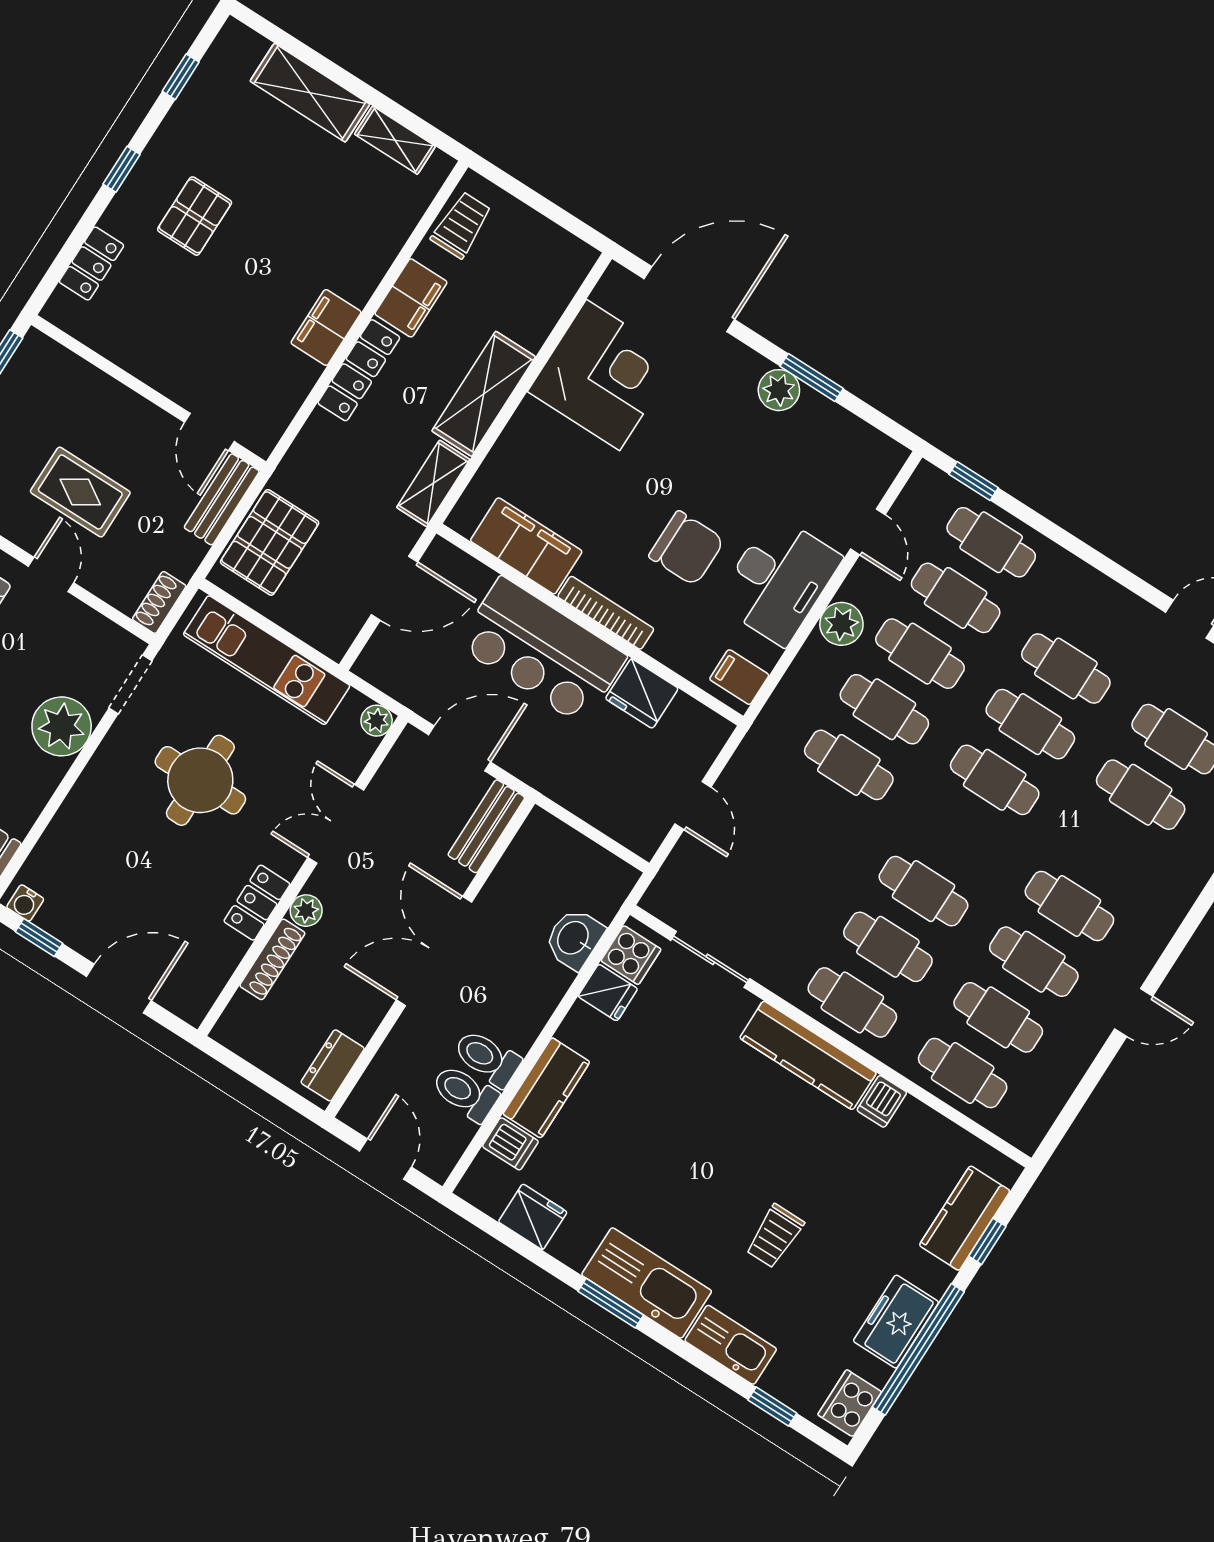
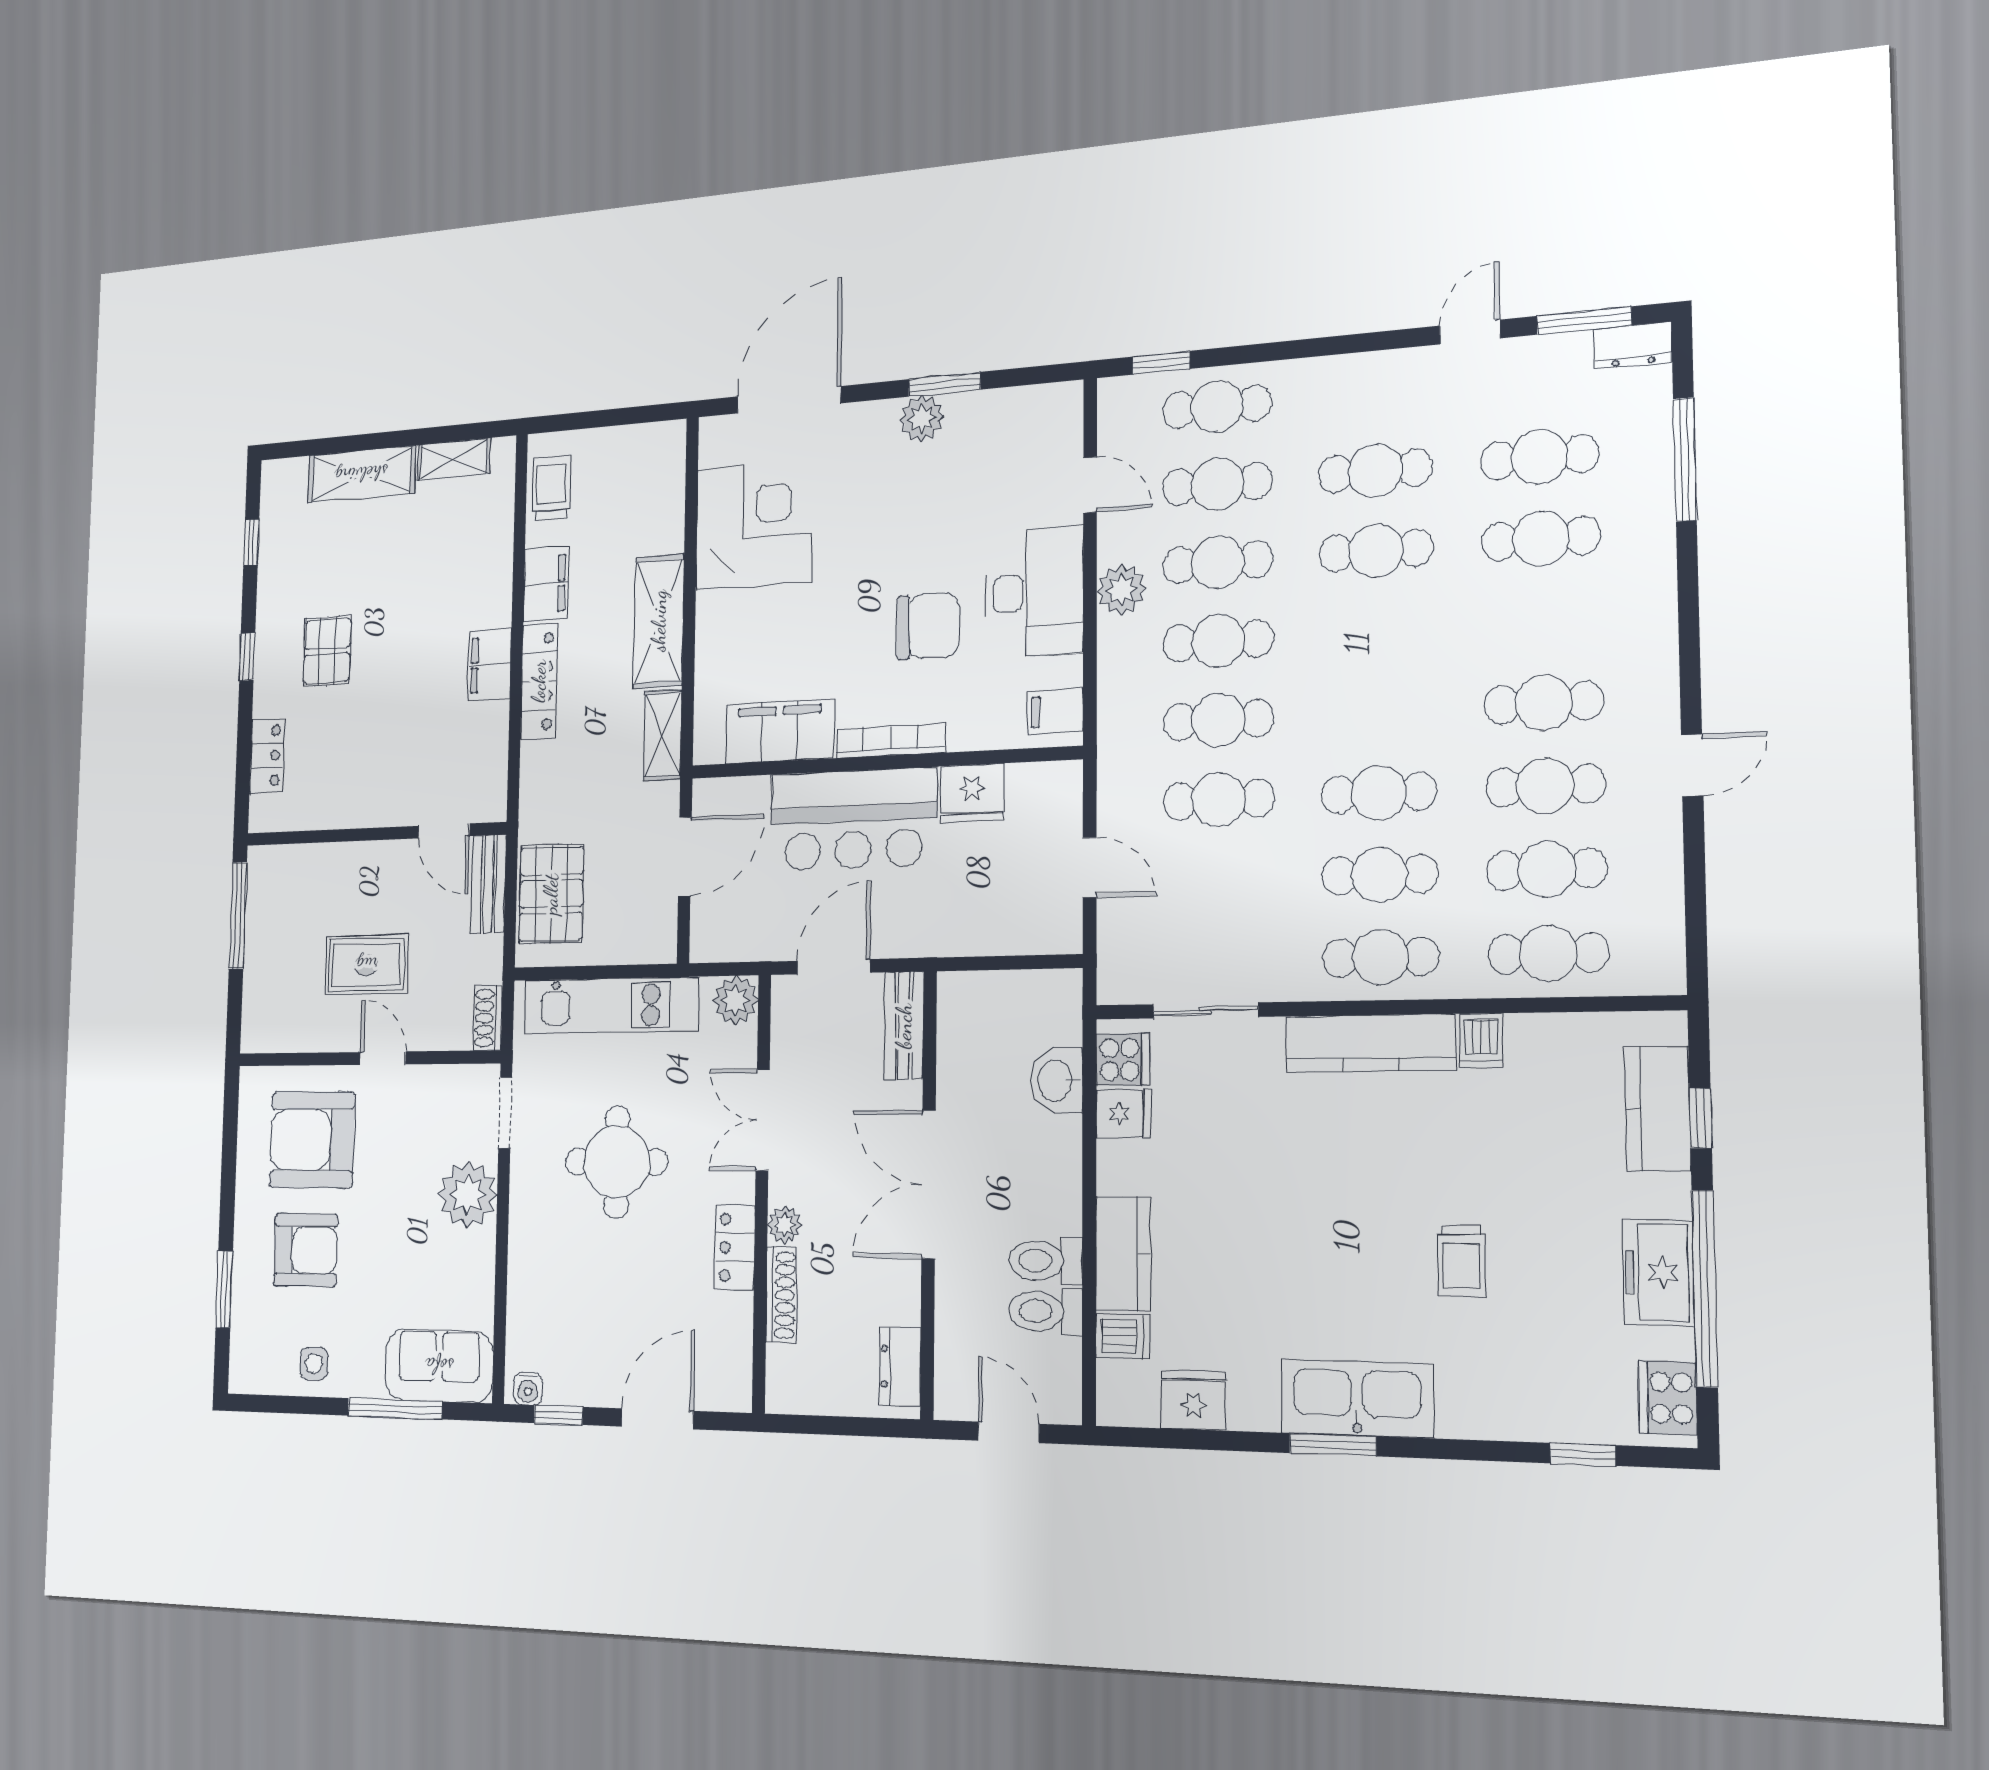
plant: (377, 721) -> (735, 1000), width x1.38, depth x1.38
cafe table: (995, 780) -> (1219, 800), moved
kitchen sink: (731, 1345) -> (1491, 1412), removed

